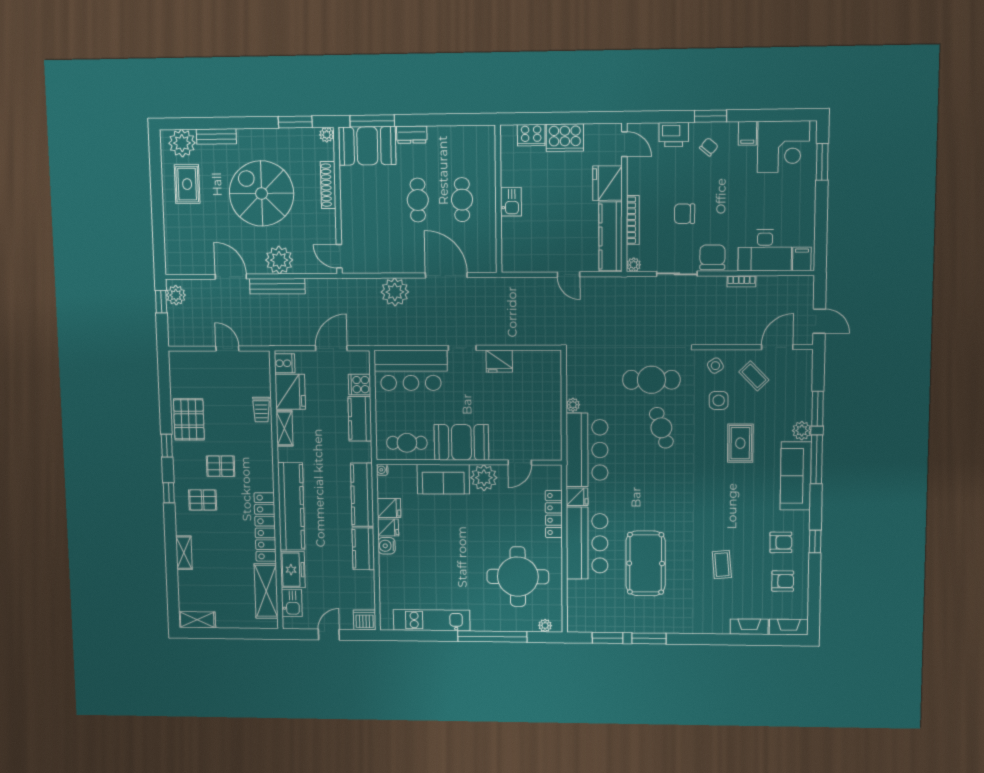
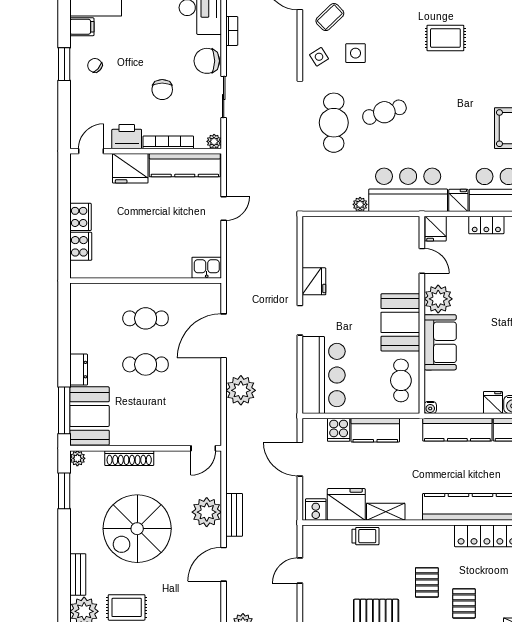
printer: (674, 134) -> (127, 137), moved, turned -90
cooker: (565, 138) -> (80, 217), width x0.73, depth x0.76
kitchen sink: (511, 202) -> (207, 268), moved
bench: (277, 286) -> (234, 515), width x0.73
rug: (740, 443) -> (445, 38), moved
fridge: (389, 508) -> (436, 229), moved, turned 180
locker: (554, 514) -> (486, 225), width x0.66

